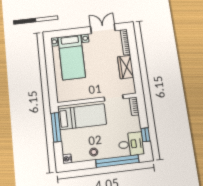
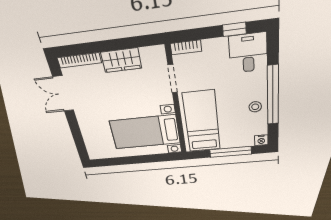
bed with nightstands: (72, 57) -> (145, 132), moved, turned 180
window: (56, 127) -> (231, 152), moved
window: (117, 161) -> (273, 95), moved

